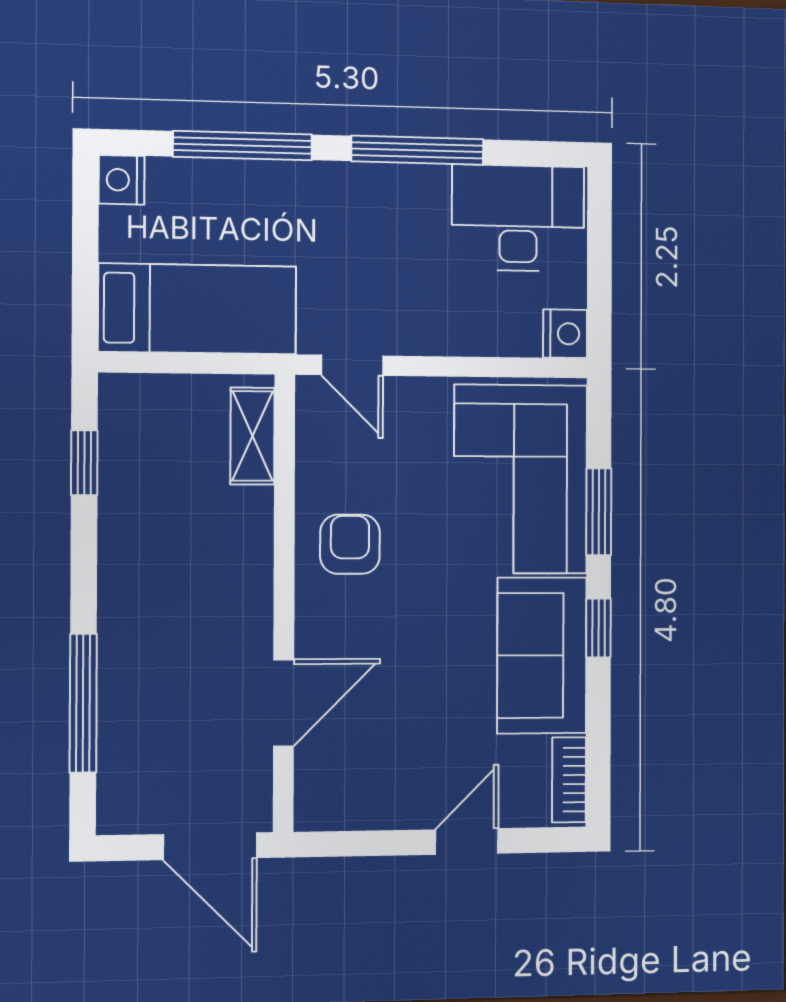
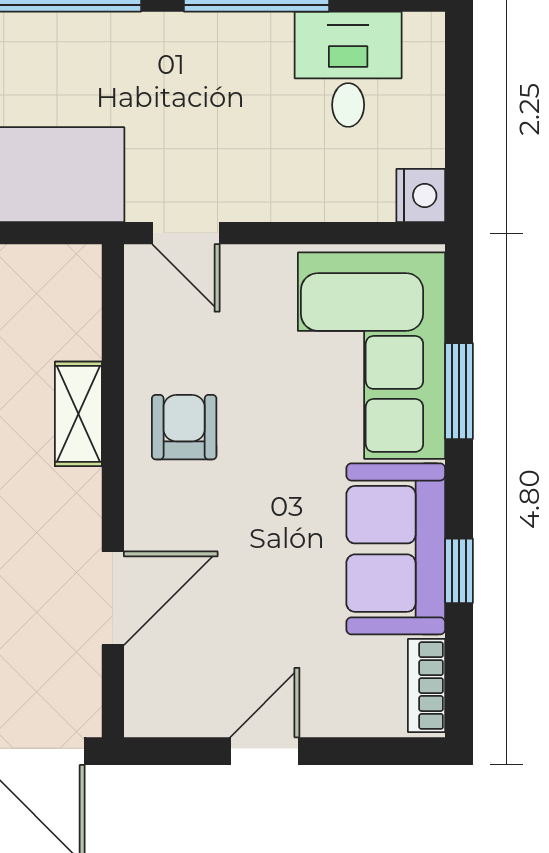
desk: (518, 218) -> (348, 69), width x0.73
shelving: (252, 436) -> (78, 414), moved
window: (598, 628) -> (459, 571), moved
door: (467, 841) -> (265, 751), moved

